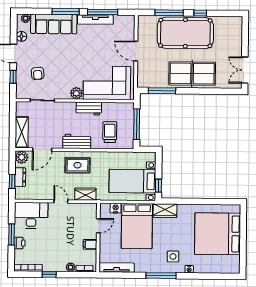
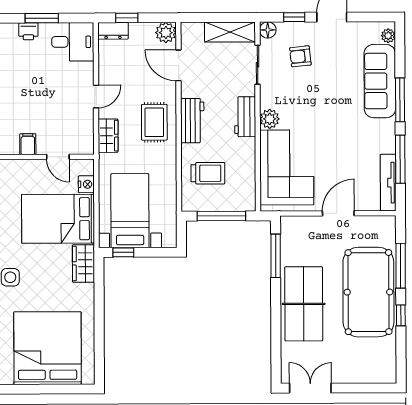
tv unit: (95, 20) -> (388, 183), moved
floor lamp: (21, 36) -> (268, 30), moved
workbench: (89, 109) -> (245, 117), moved
shelving: (22, 132) -> (230, 32), moved
dresser: (20, 177) -> (113, 31), moved
desk: (31, 215) -> (73, 42), width x0.73

